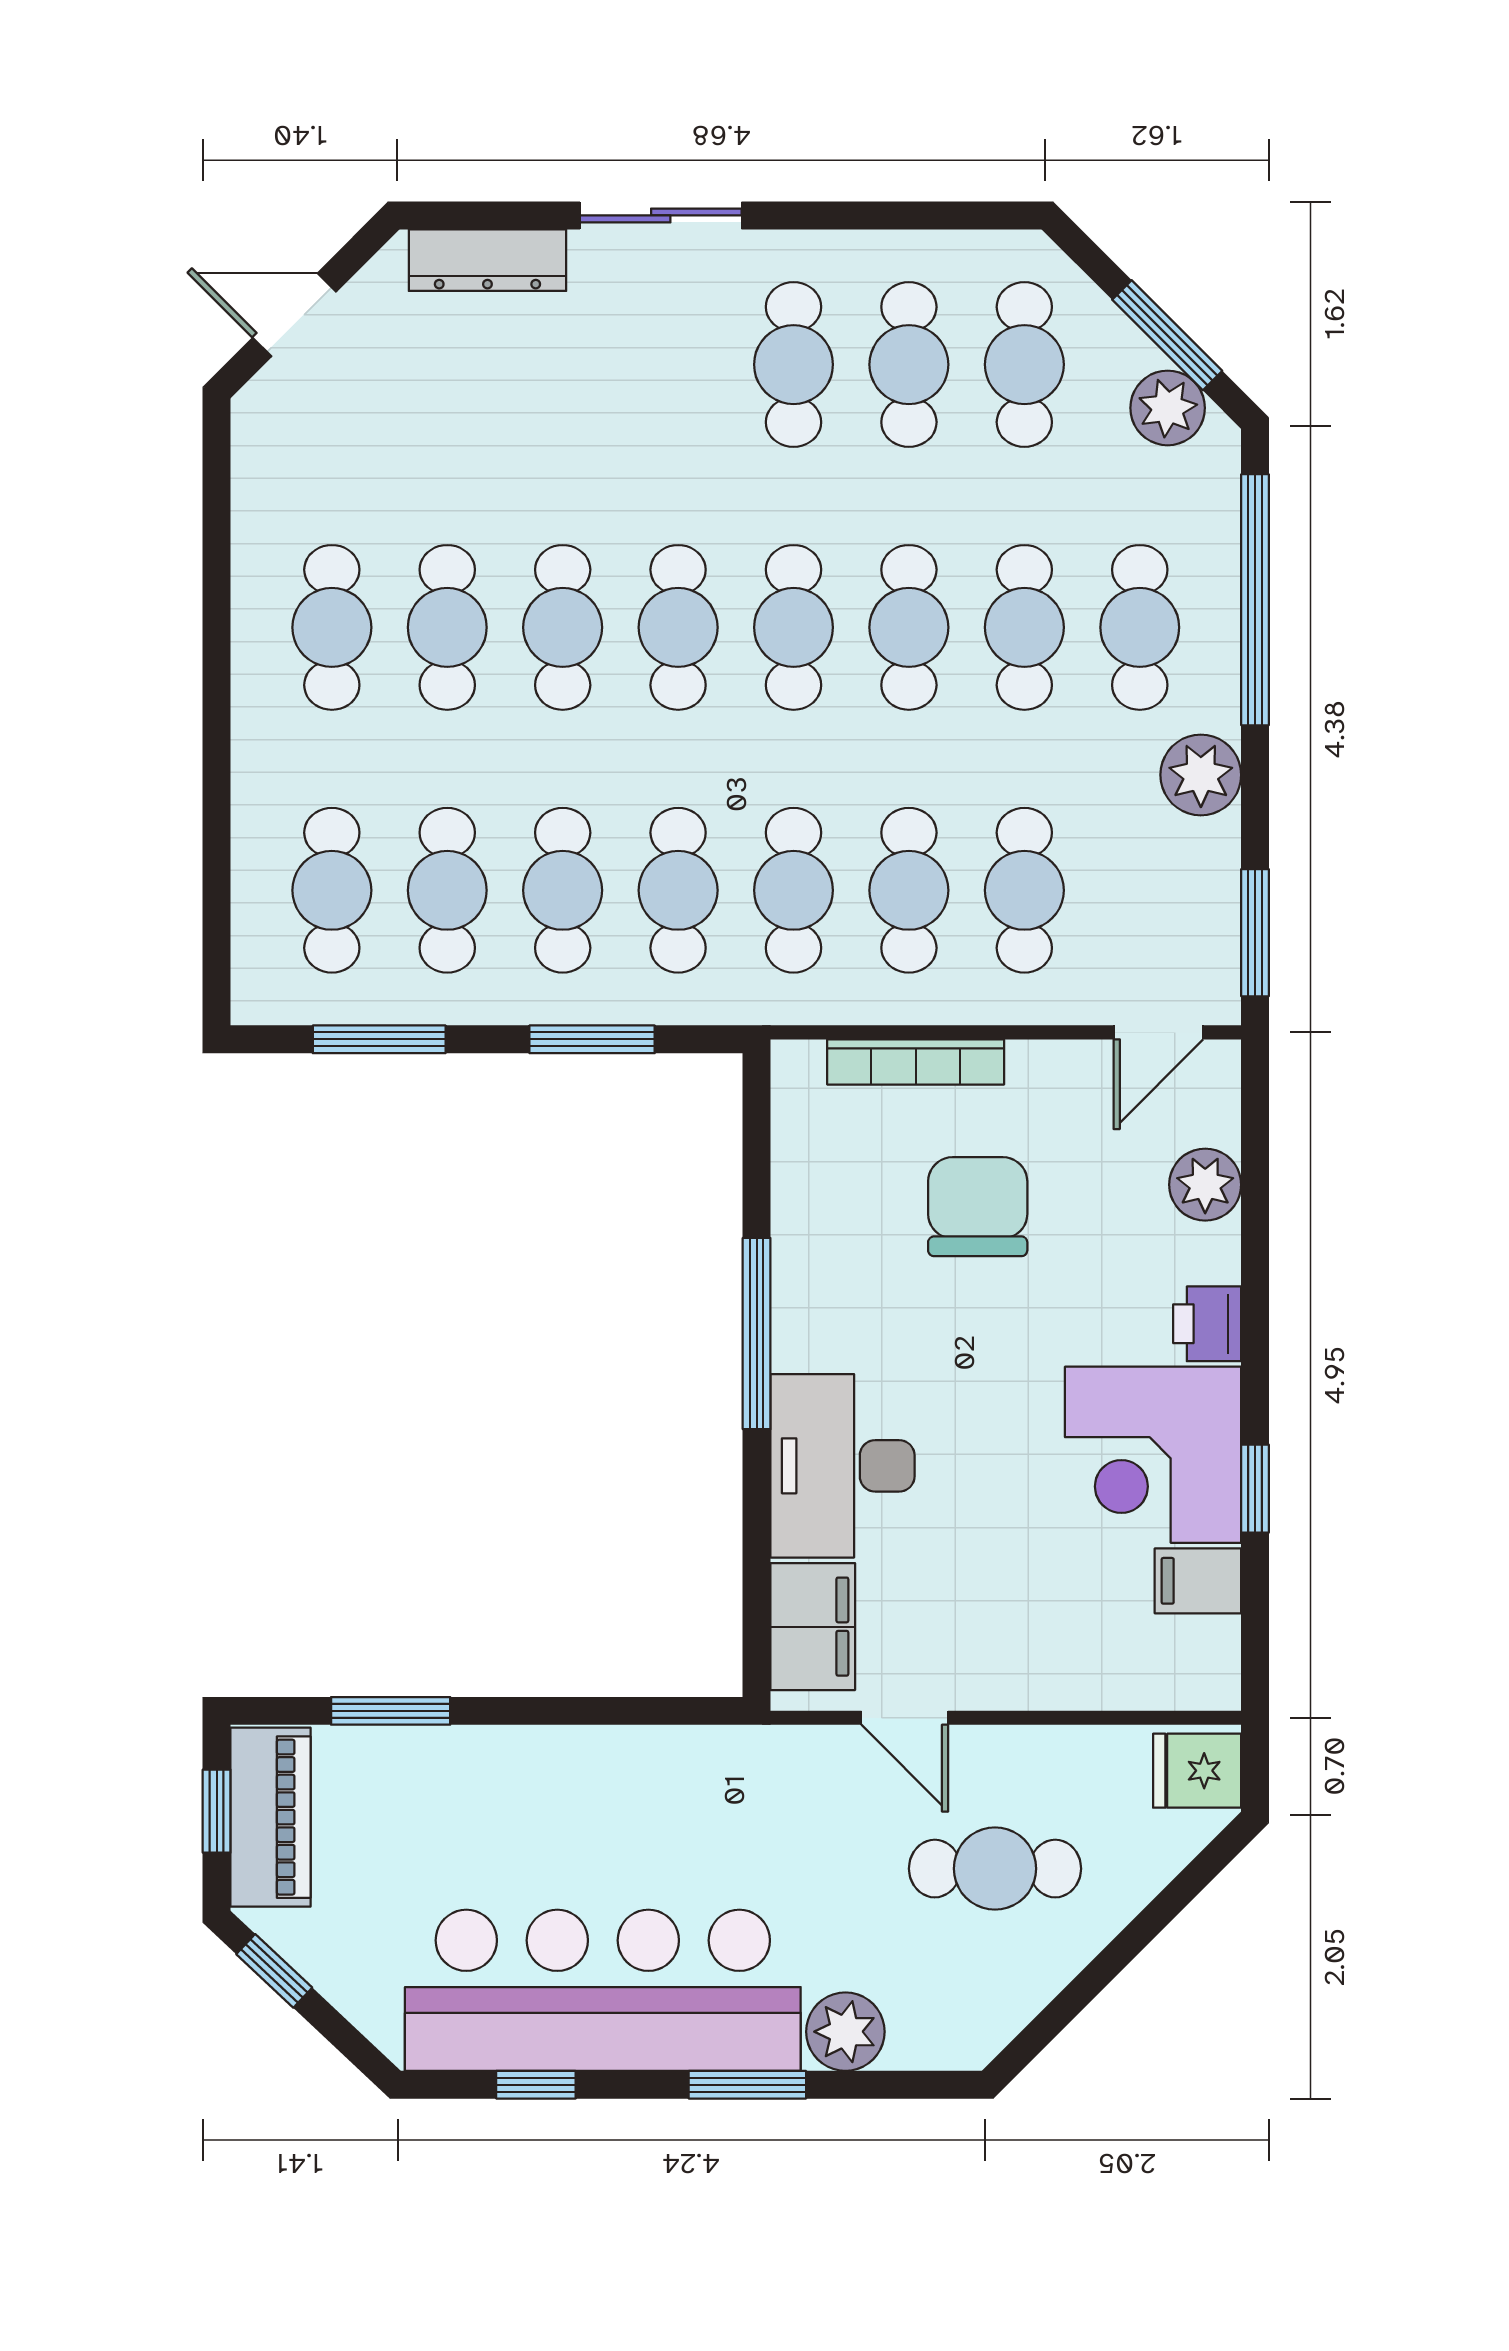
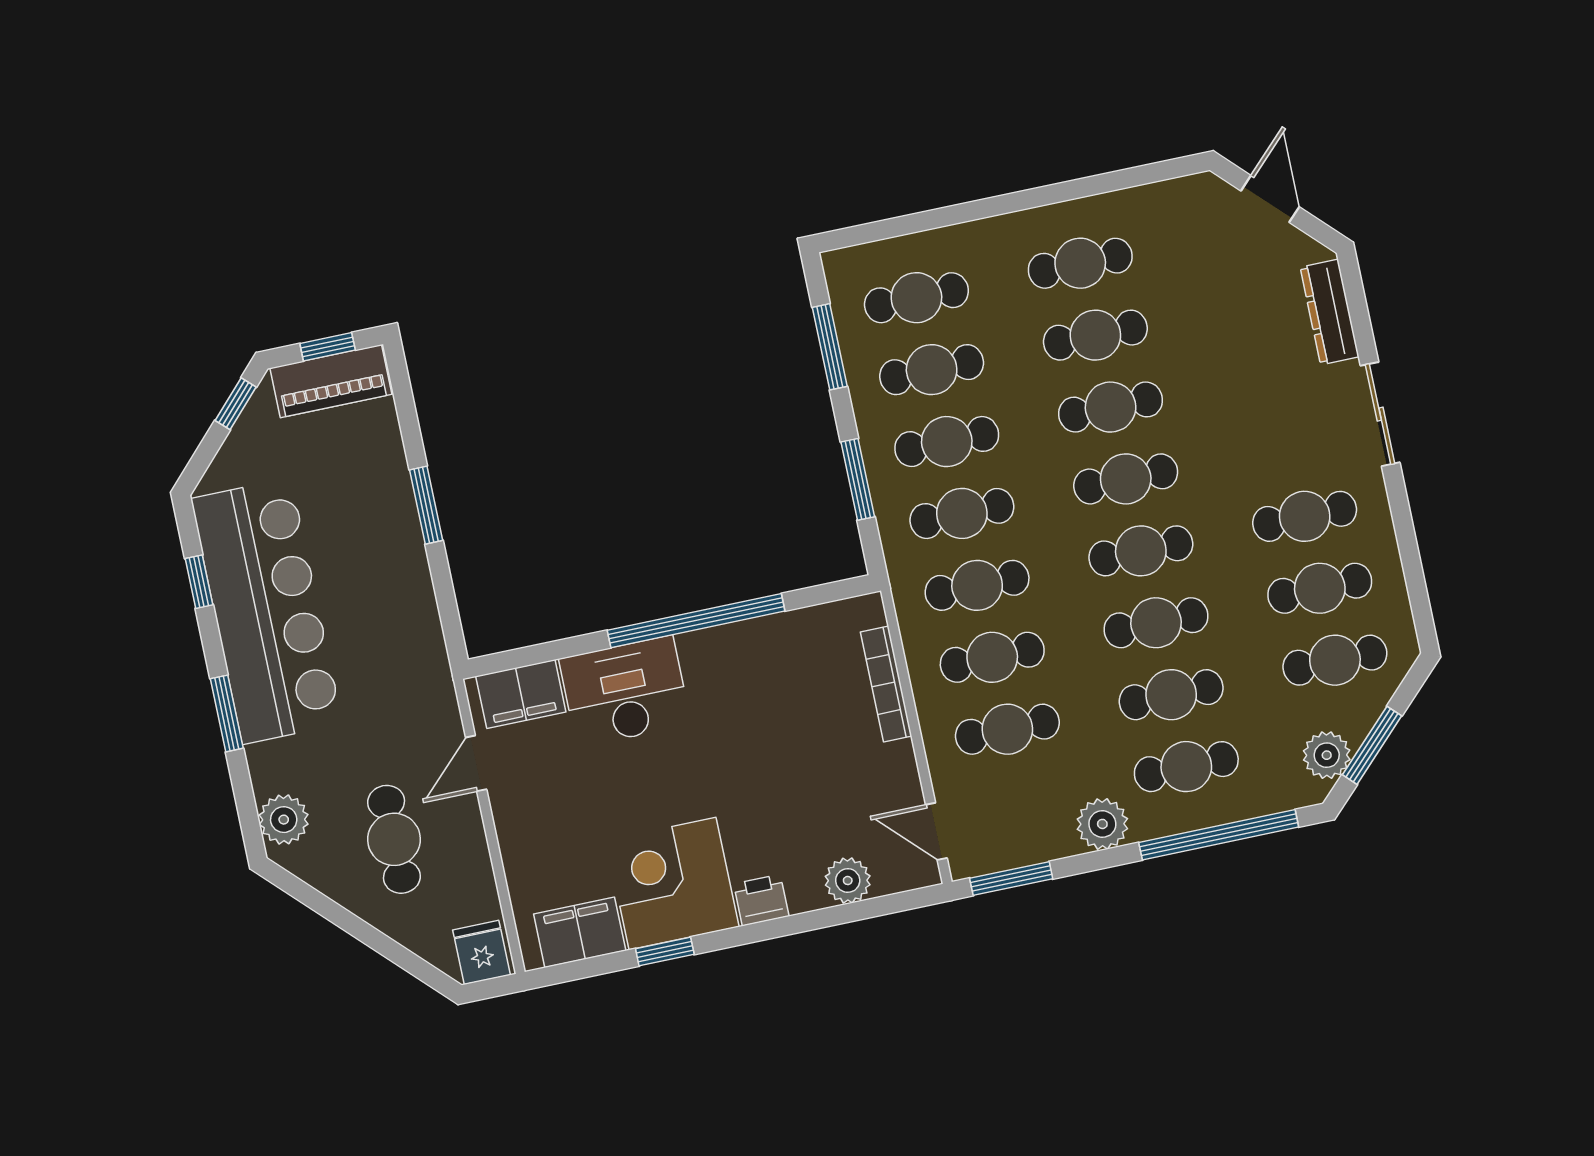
chair: (978, 1207) -> (804, 742), removed
window: (757, 1334) -> (696, 621), width x1.46
filing cabinet: (1198, 1581) -> (580, 932), width x2.00
window: (391, 1711) -> (426, 505), moved
plant: (845, 2032) -> (284, 820), moved

